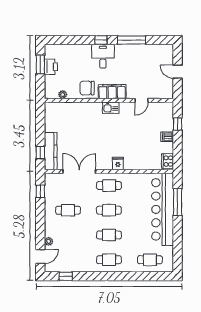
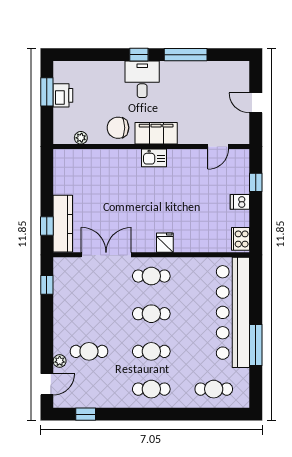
door: (141, 100) -> (218, 146), moved
window: (178, 202) -> (256, 345), moved
cafe table: (68, 210) -> (89, 351), moved

